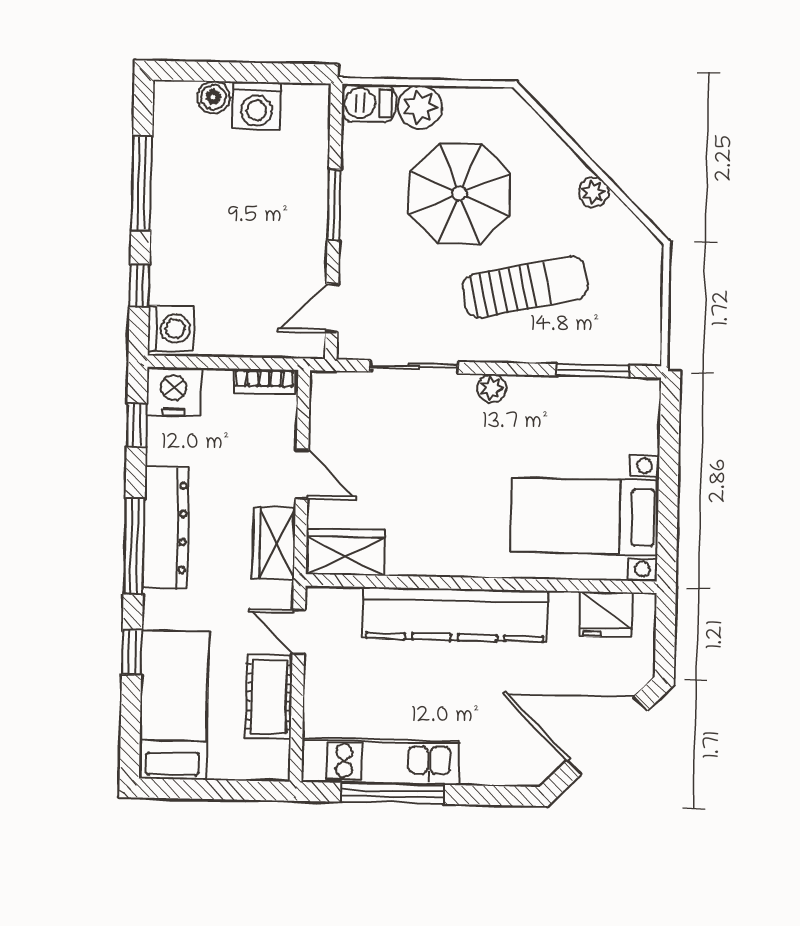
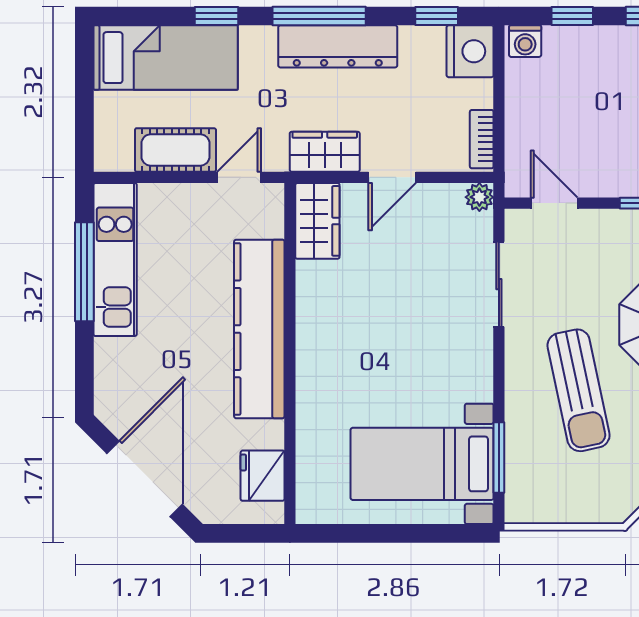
washing machine: (171, 328) -> (525, 41), width x0.73, depth x0.73
plant: (492, 389) -> (479, 197), moved
bed with nightstands: (585, 516) -> (422, 464), moved, turned -90

